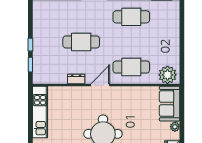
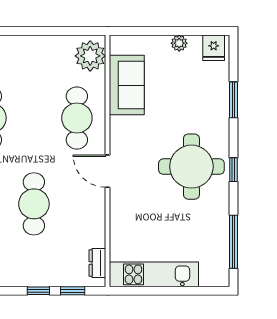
dresser: (76, 79) -> (97, 263), moved
sofa: (170, 104) -> (127, 85), moved, turned -90

